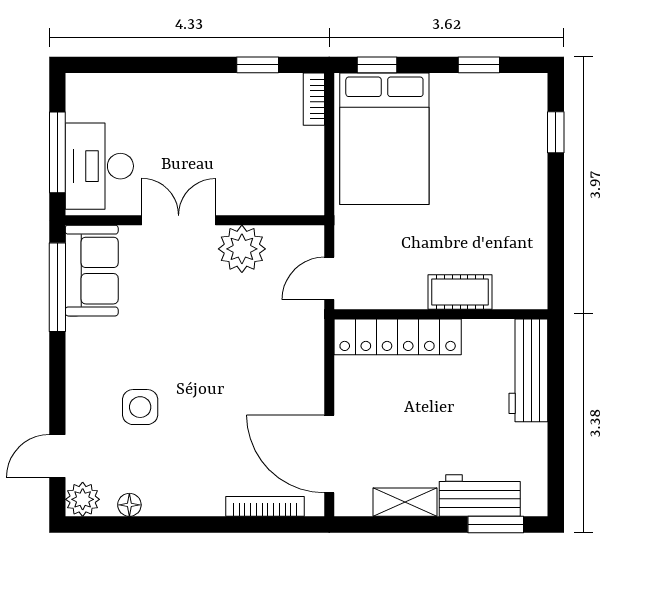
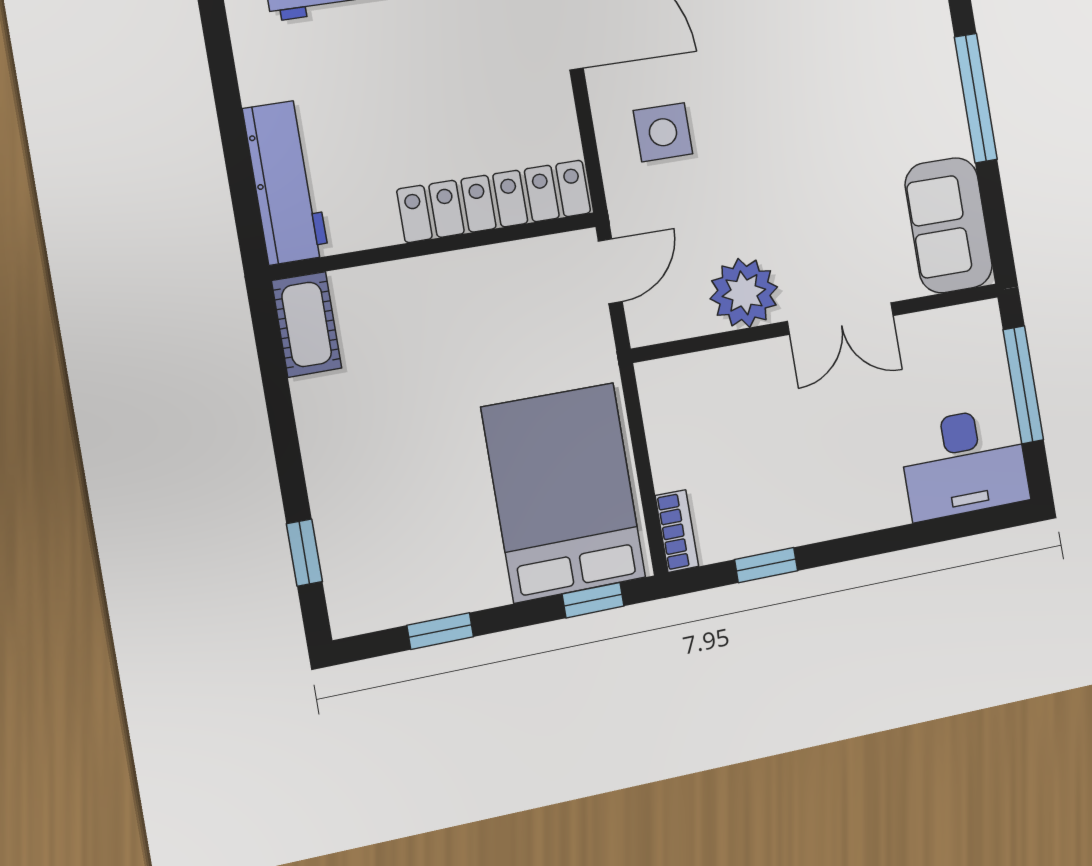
desk: (99, 166) -> (964, 463), moved, turned 90
window: (57, 287) -> (976, 98), moved
cot: (460, 292) -> (307, 324), moved, turned 90
side table: (140, 407) -> (663, 132), moved

